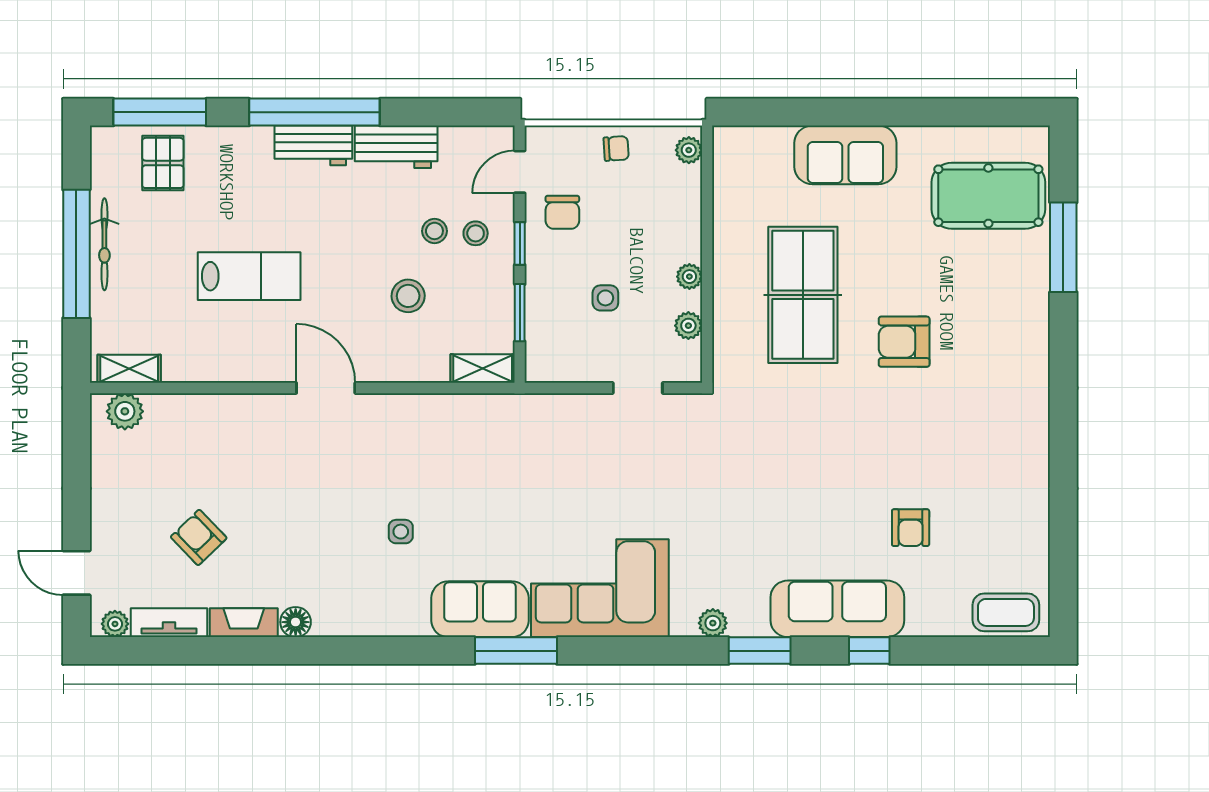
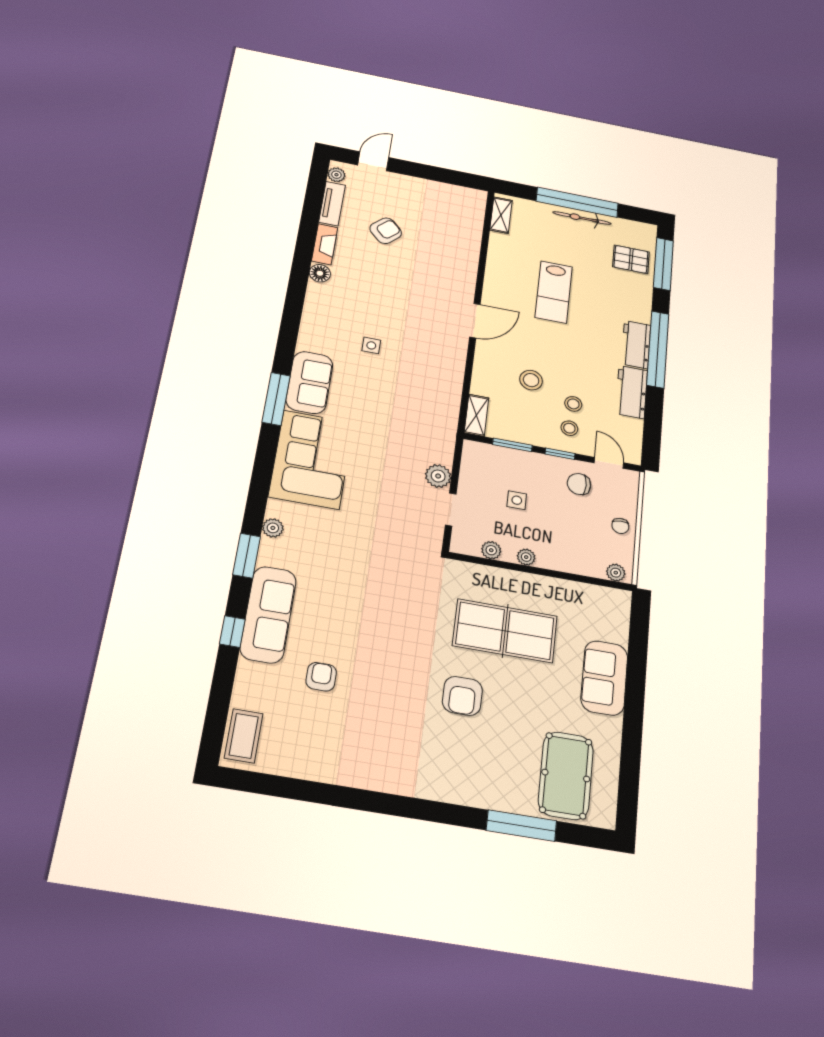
armchair: (904, 342) -> (462, 696), turned 180
plant: (125, 411) -> (438, 476), moved
armchair: (911, 528) -> (321, 677), turned 90

